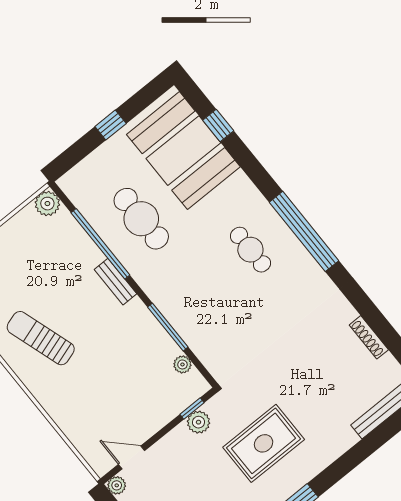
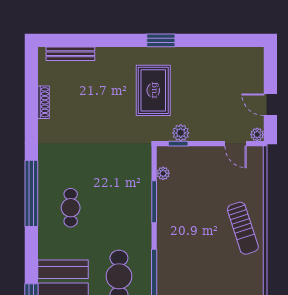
bench: (115, 282) -> (163, 252), removed
sun lounger: (41, 338) -> (243, 228), moved
rug: (264, 443) -> (153, 90), turned 90

